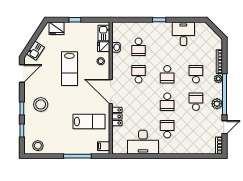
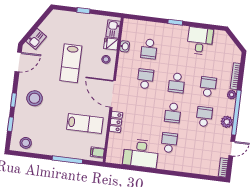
fridge: (57, 28) -> (62, 17), removed

